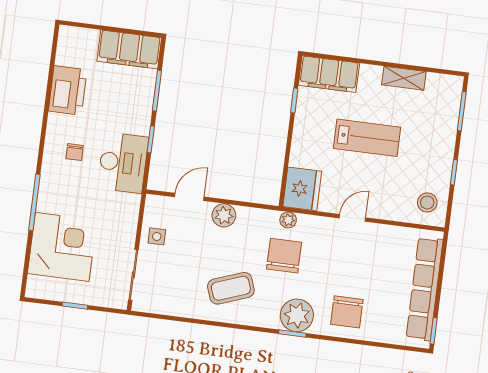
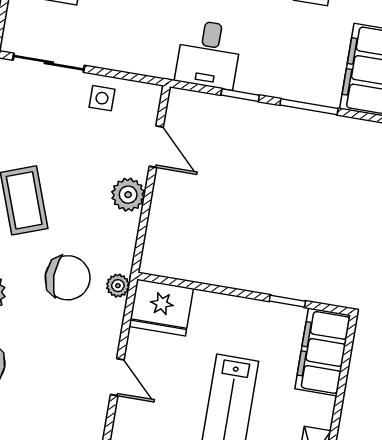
desk: (123, 163) -> (209, 54), width x0.73

